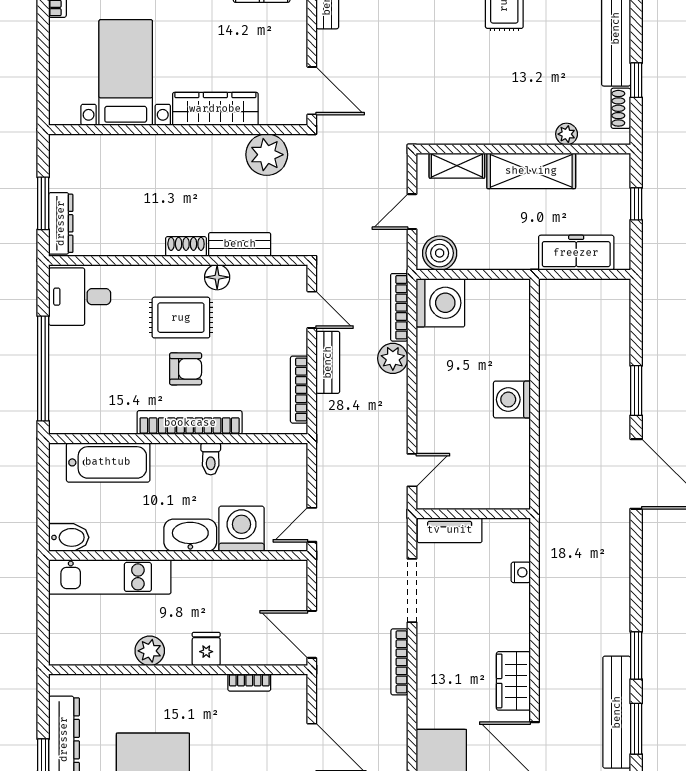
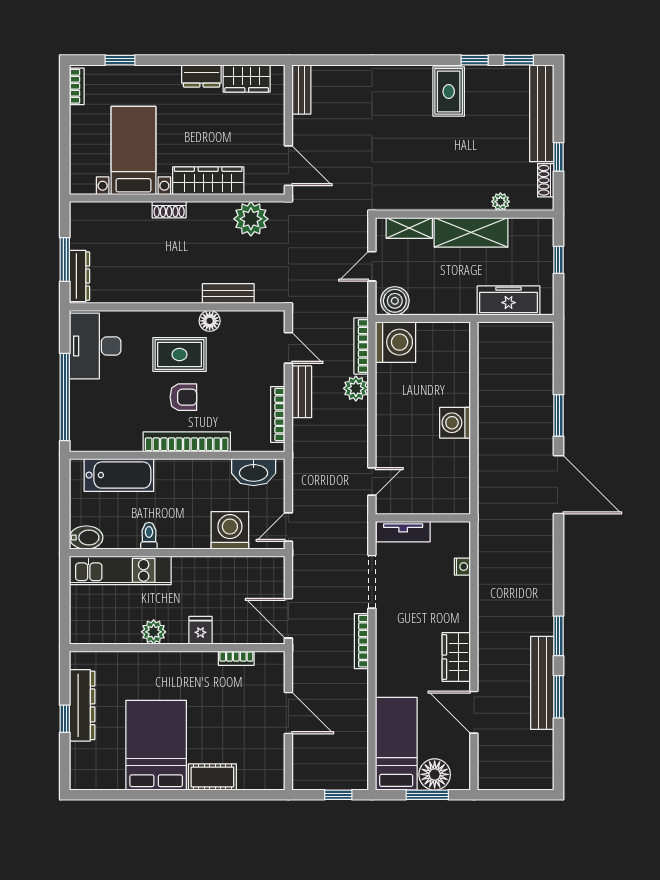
shoe rack: (186, 246) -> (169, 210), moved, turned 180
desk: (80, 297) -> (95, 346), width x1.37
toilet: (211, 459) -> (149, 536), moved, turned 180
washbasin: (190, 535) -> (254, 472), moved, turned 180

